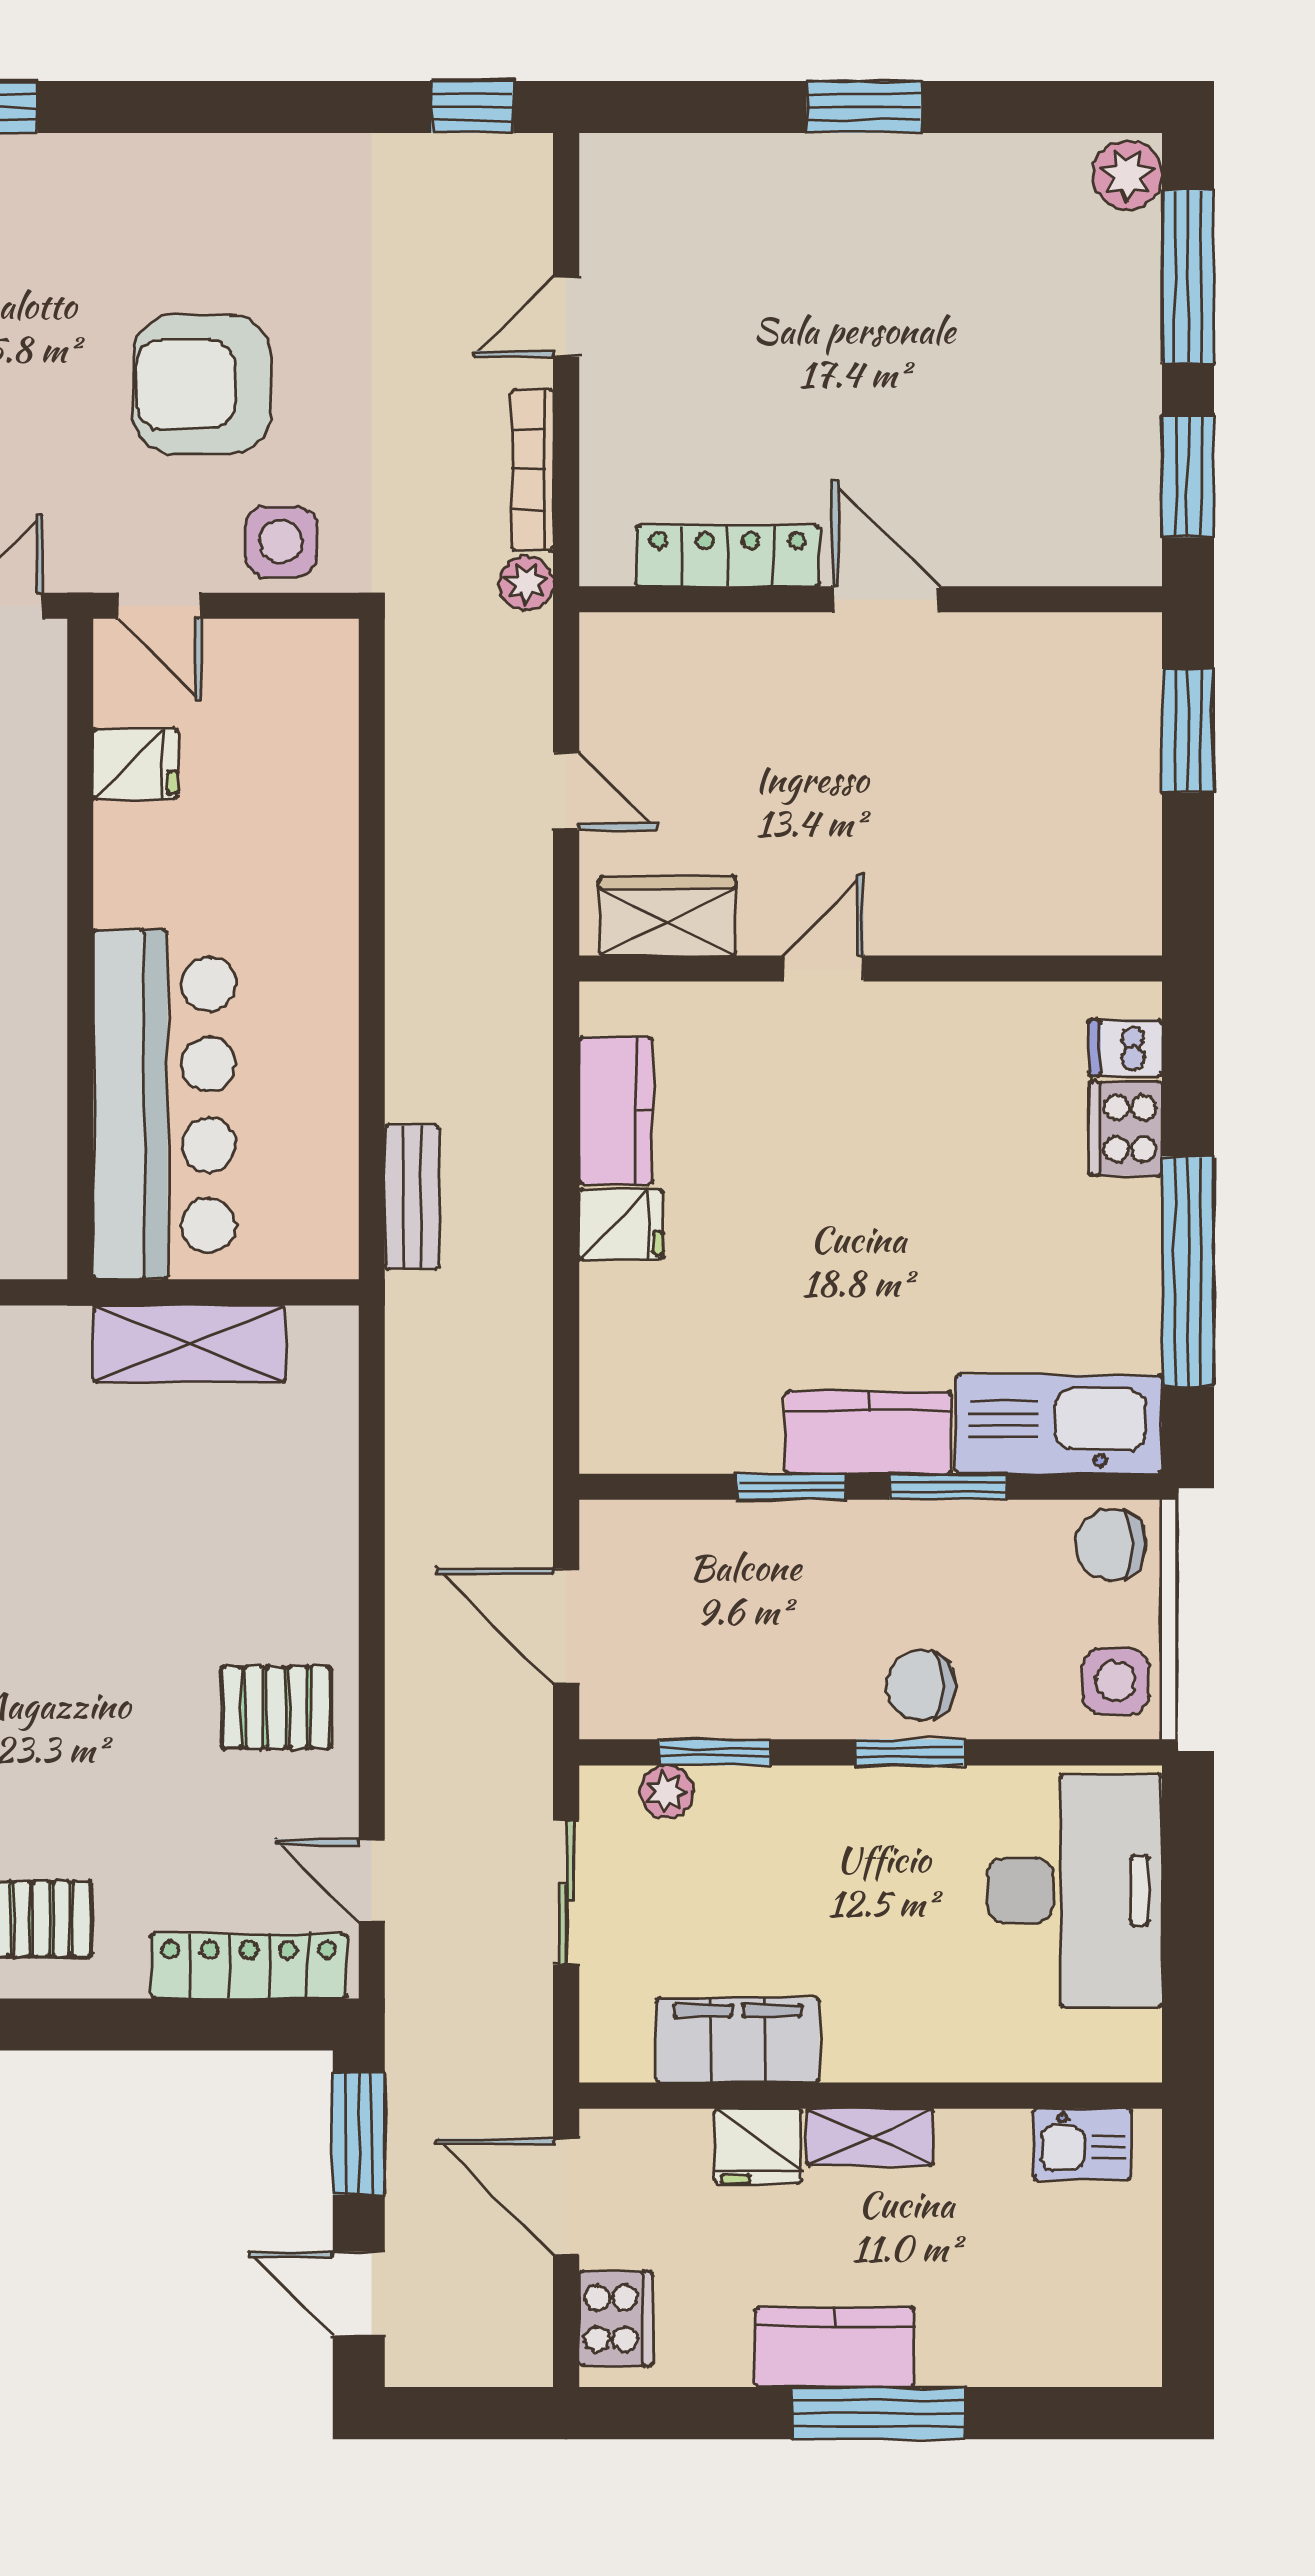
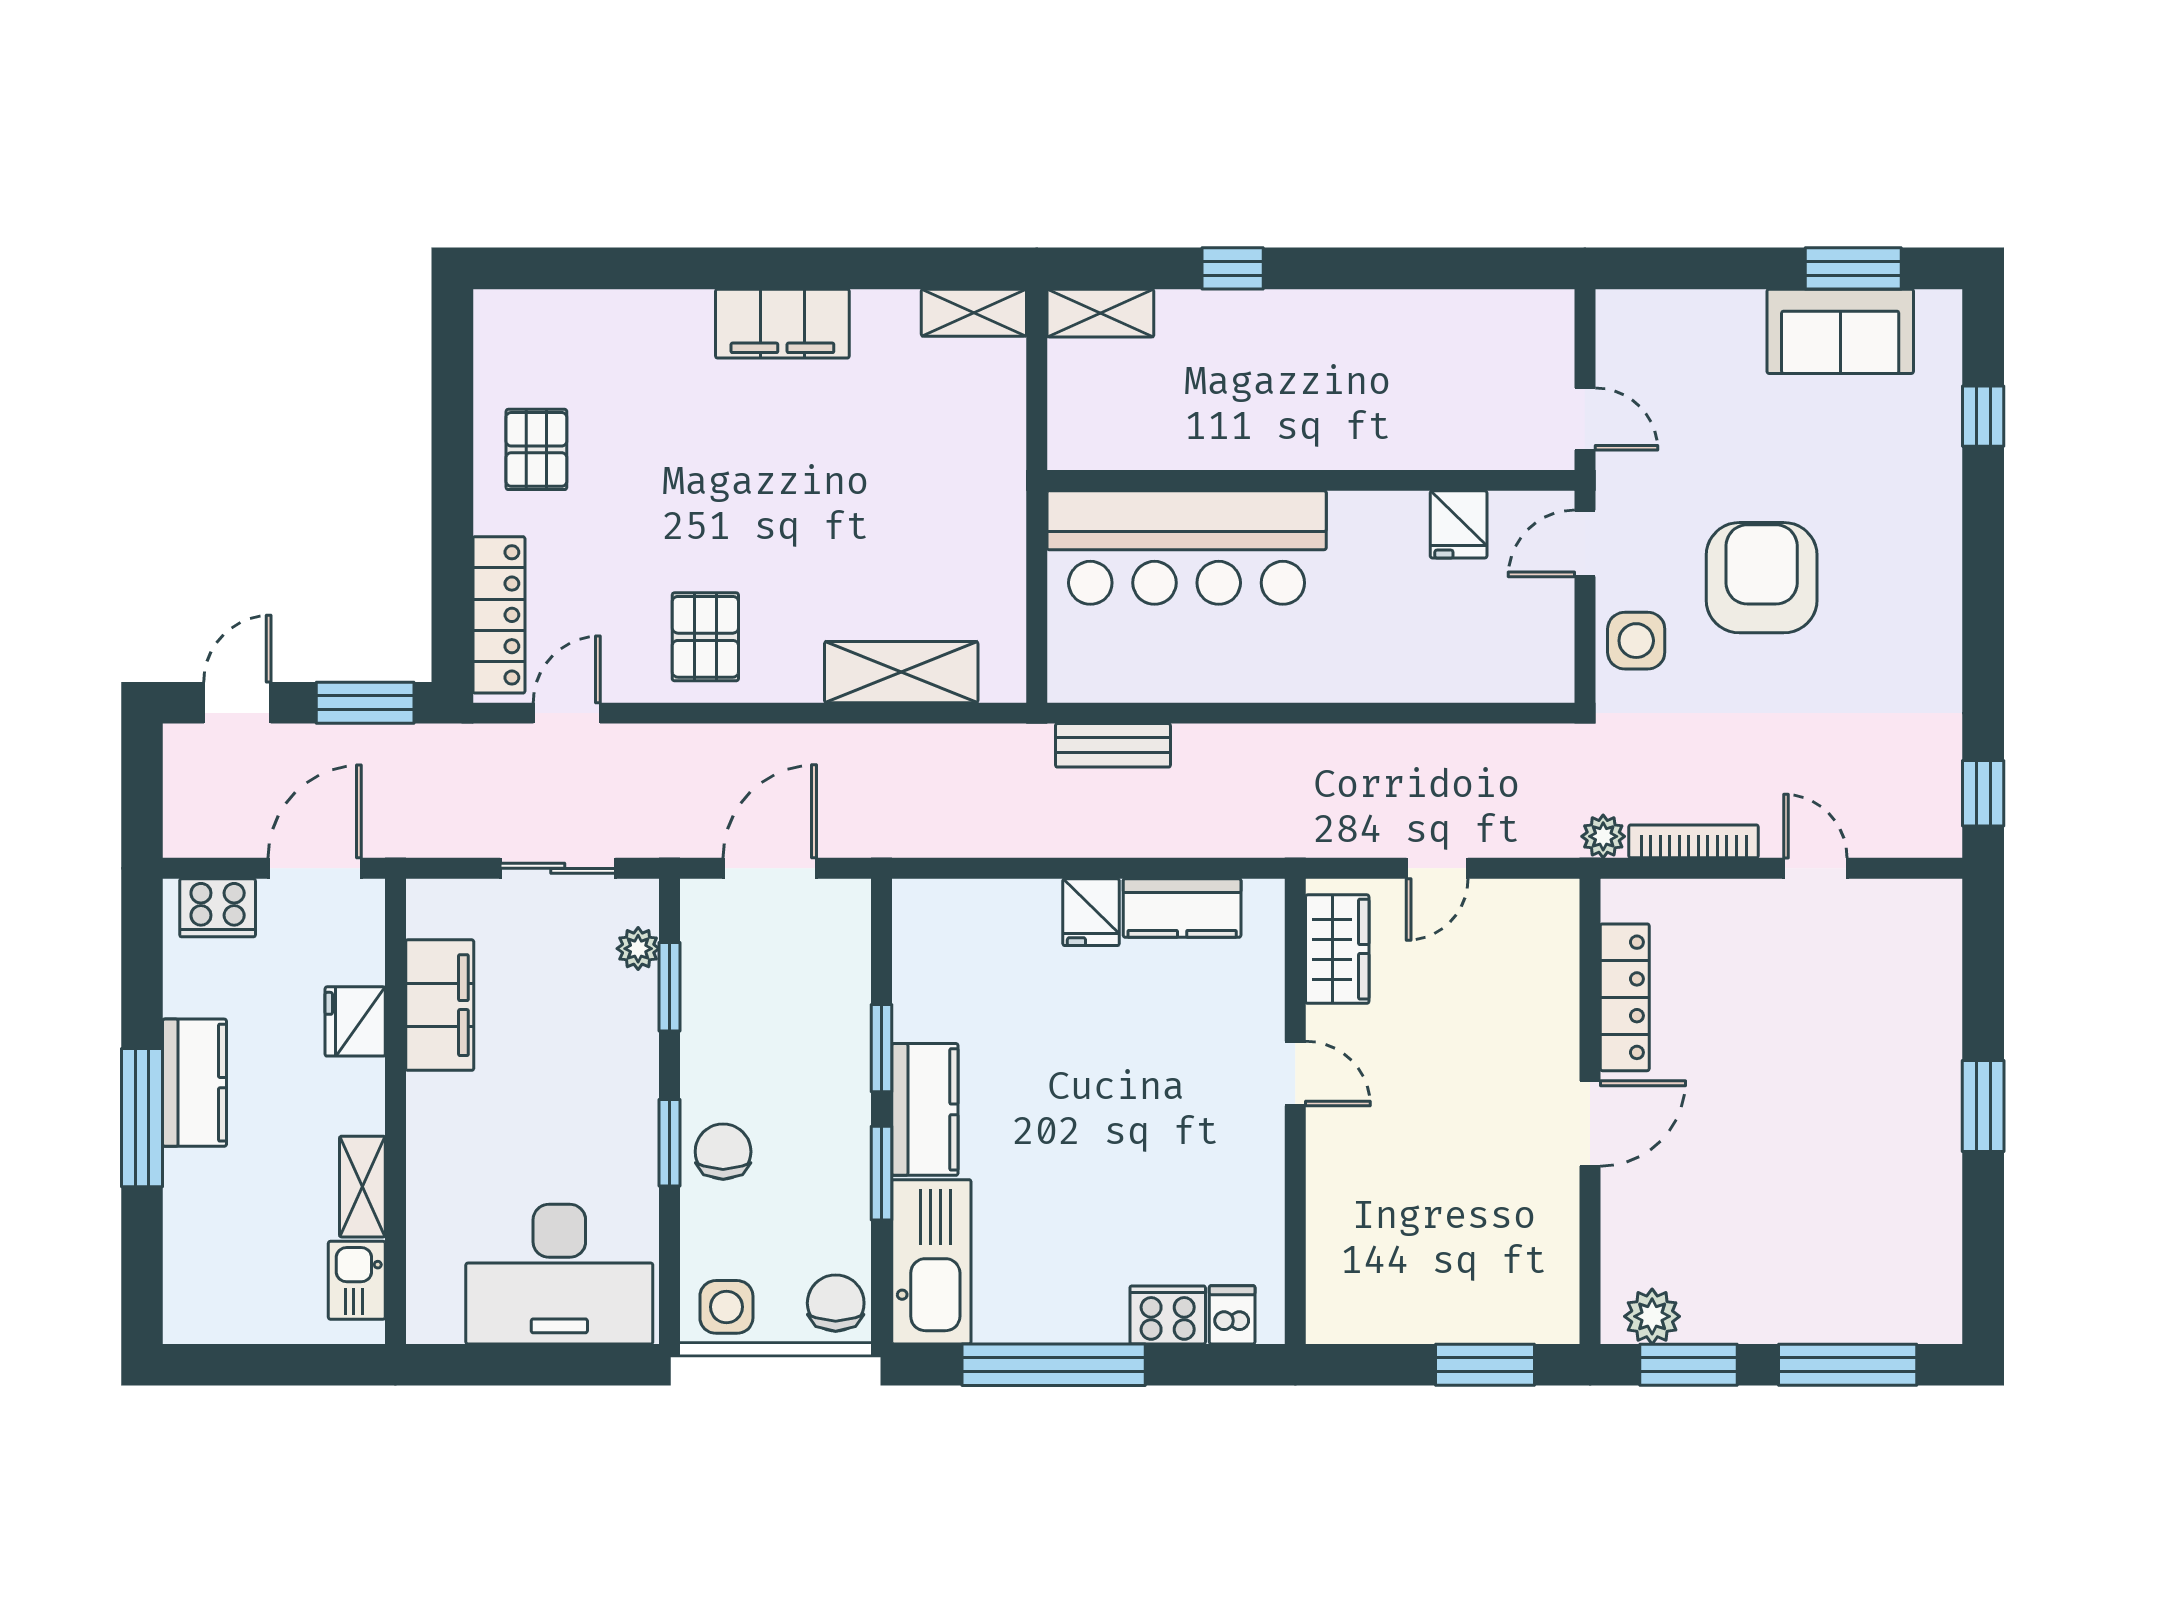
plant: (1127, 175) -> (1652, 1316), moved
shelving: (189, 1344) -> (901, 672), moved, turned 90
shelving: (870, 2137) -> (362, 1187), moved

